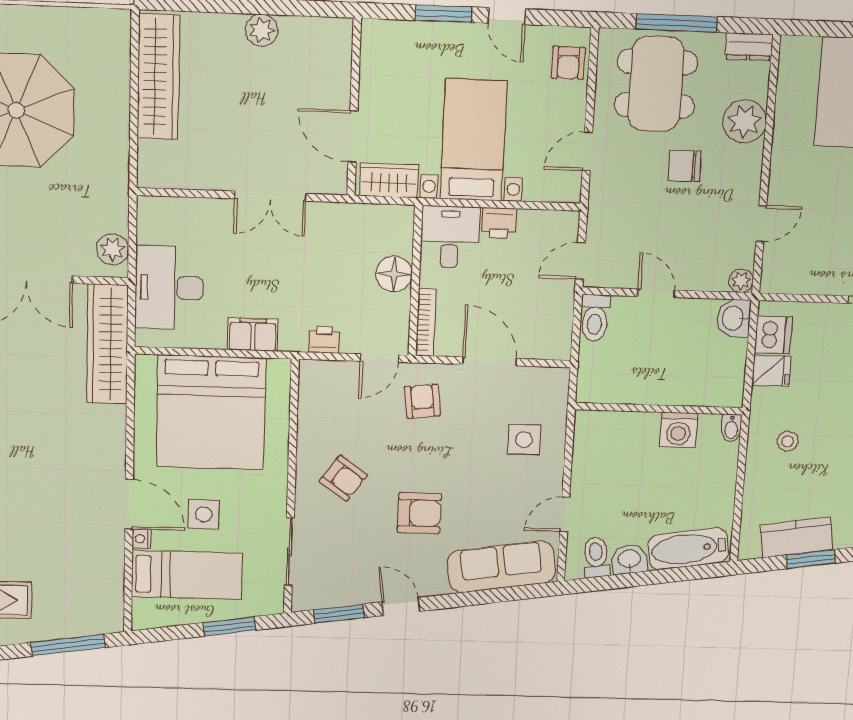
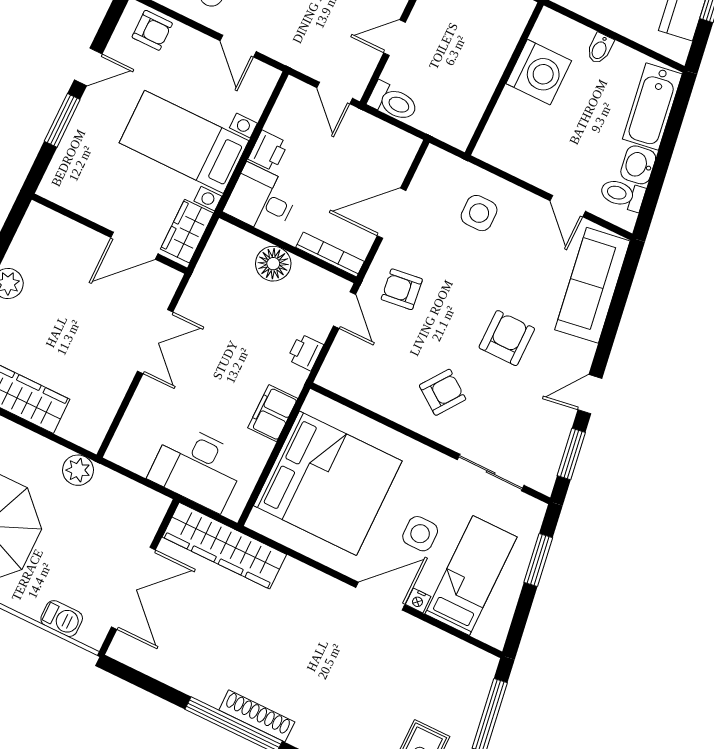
plant: (113, 249) -> (78, 470), moved
bidet: (731, 428) -> (600, 48), moved, turned 90
washing machine: (678, 430) -> (539, 72), width x1.37, depth x1.37

